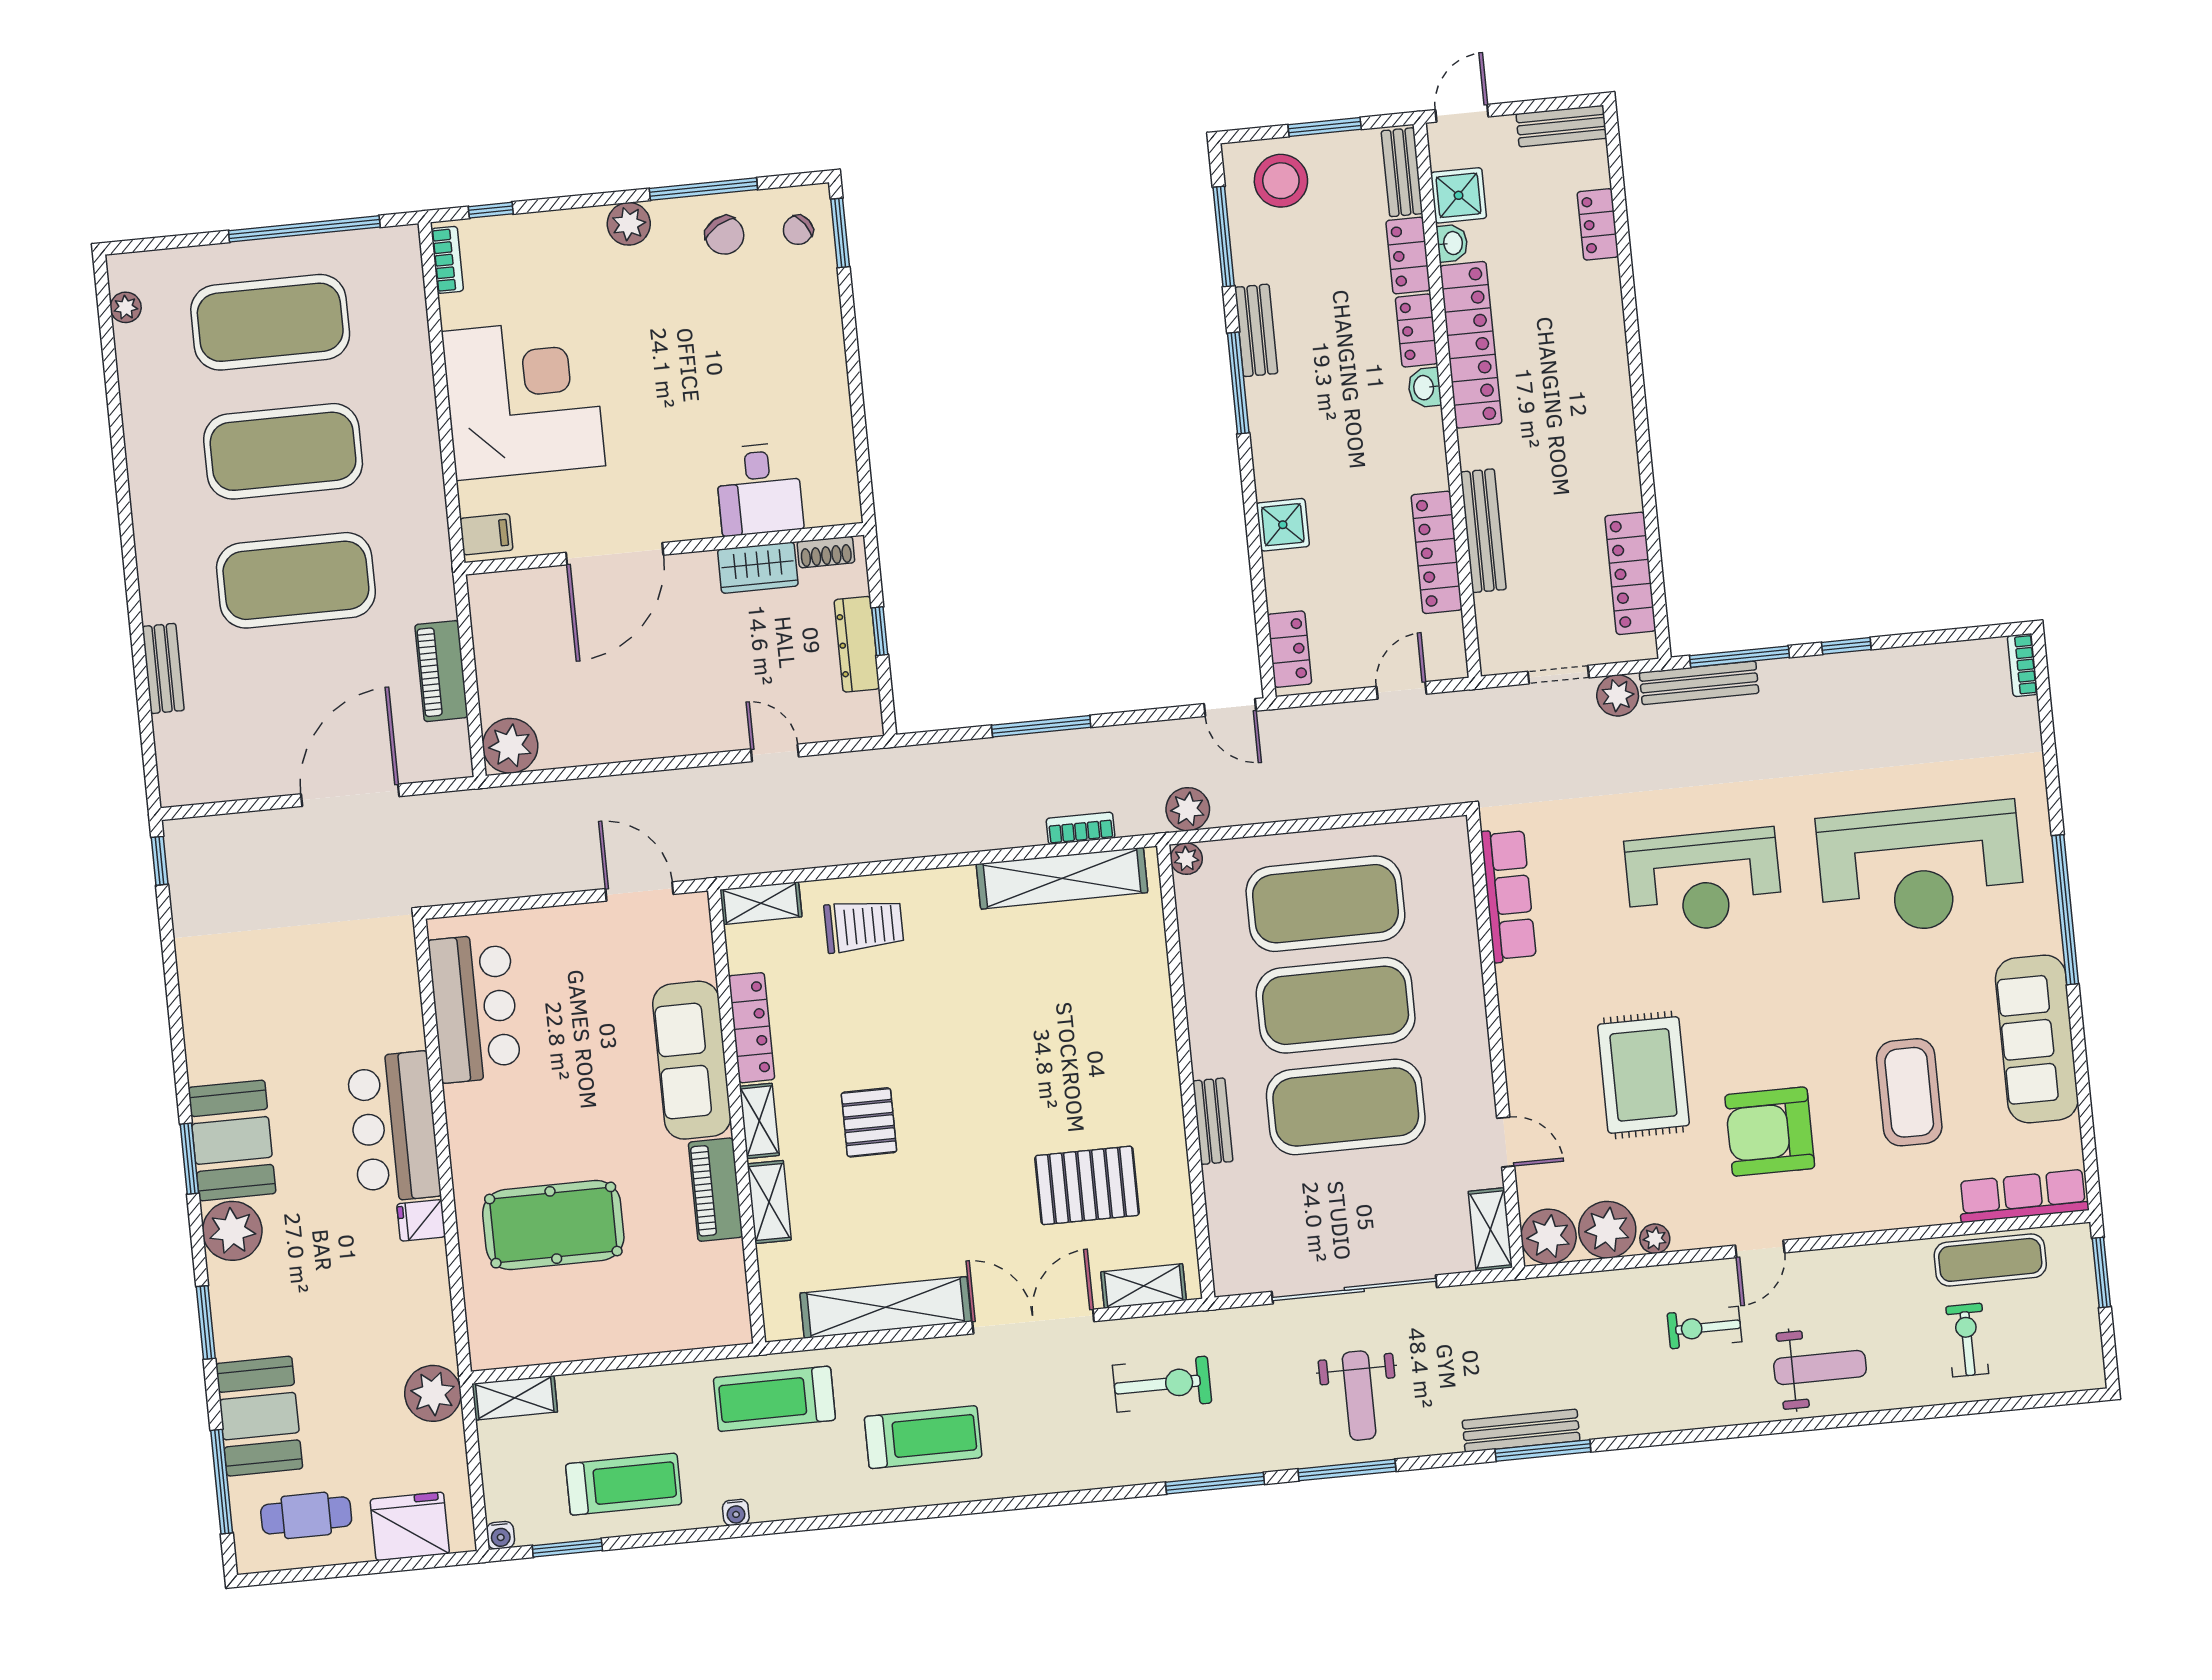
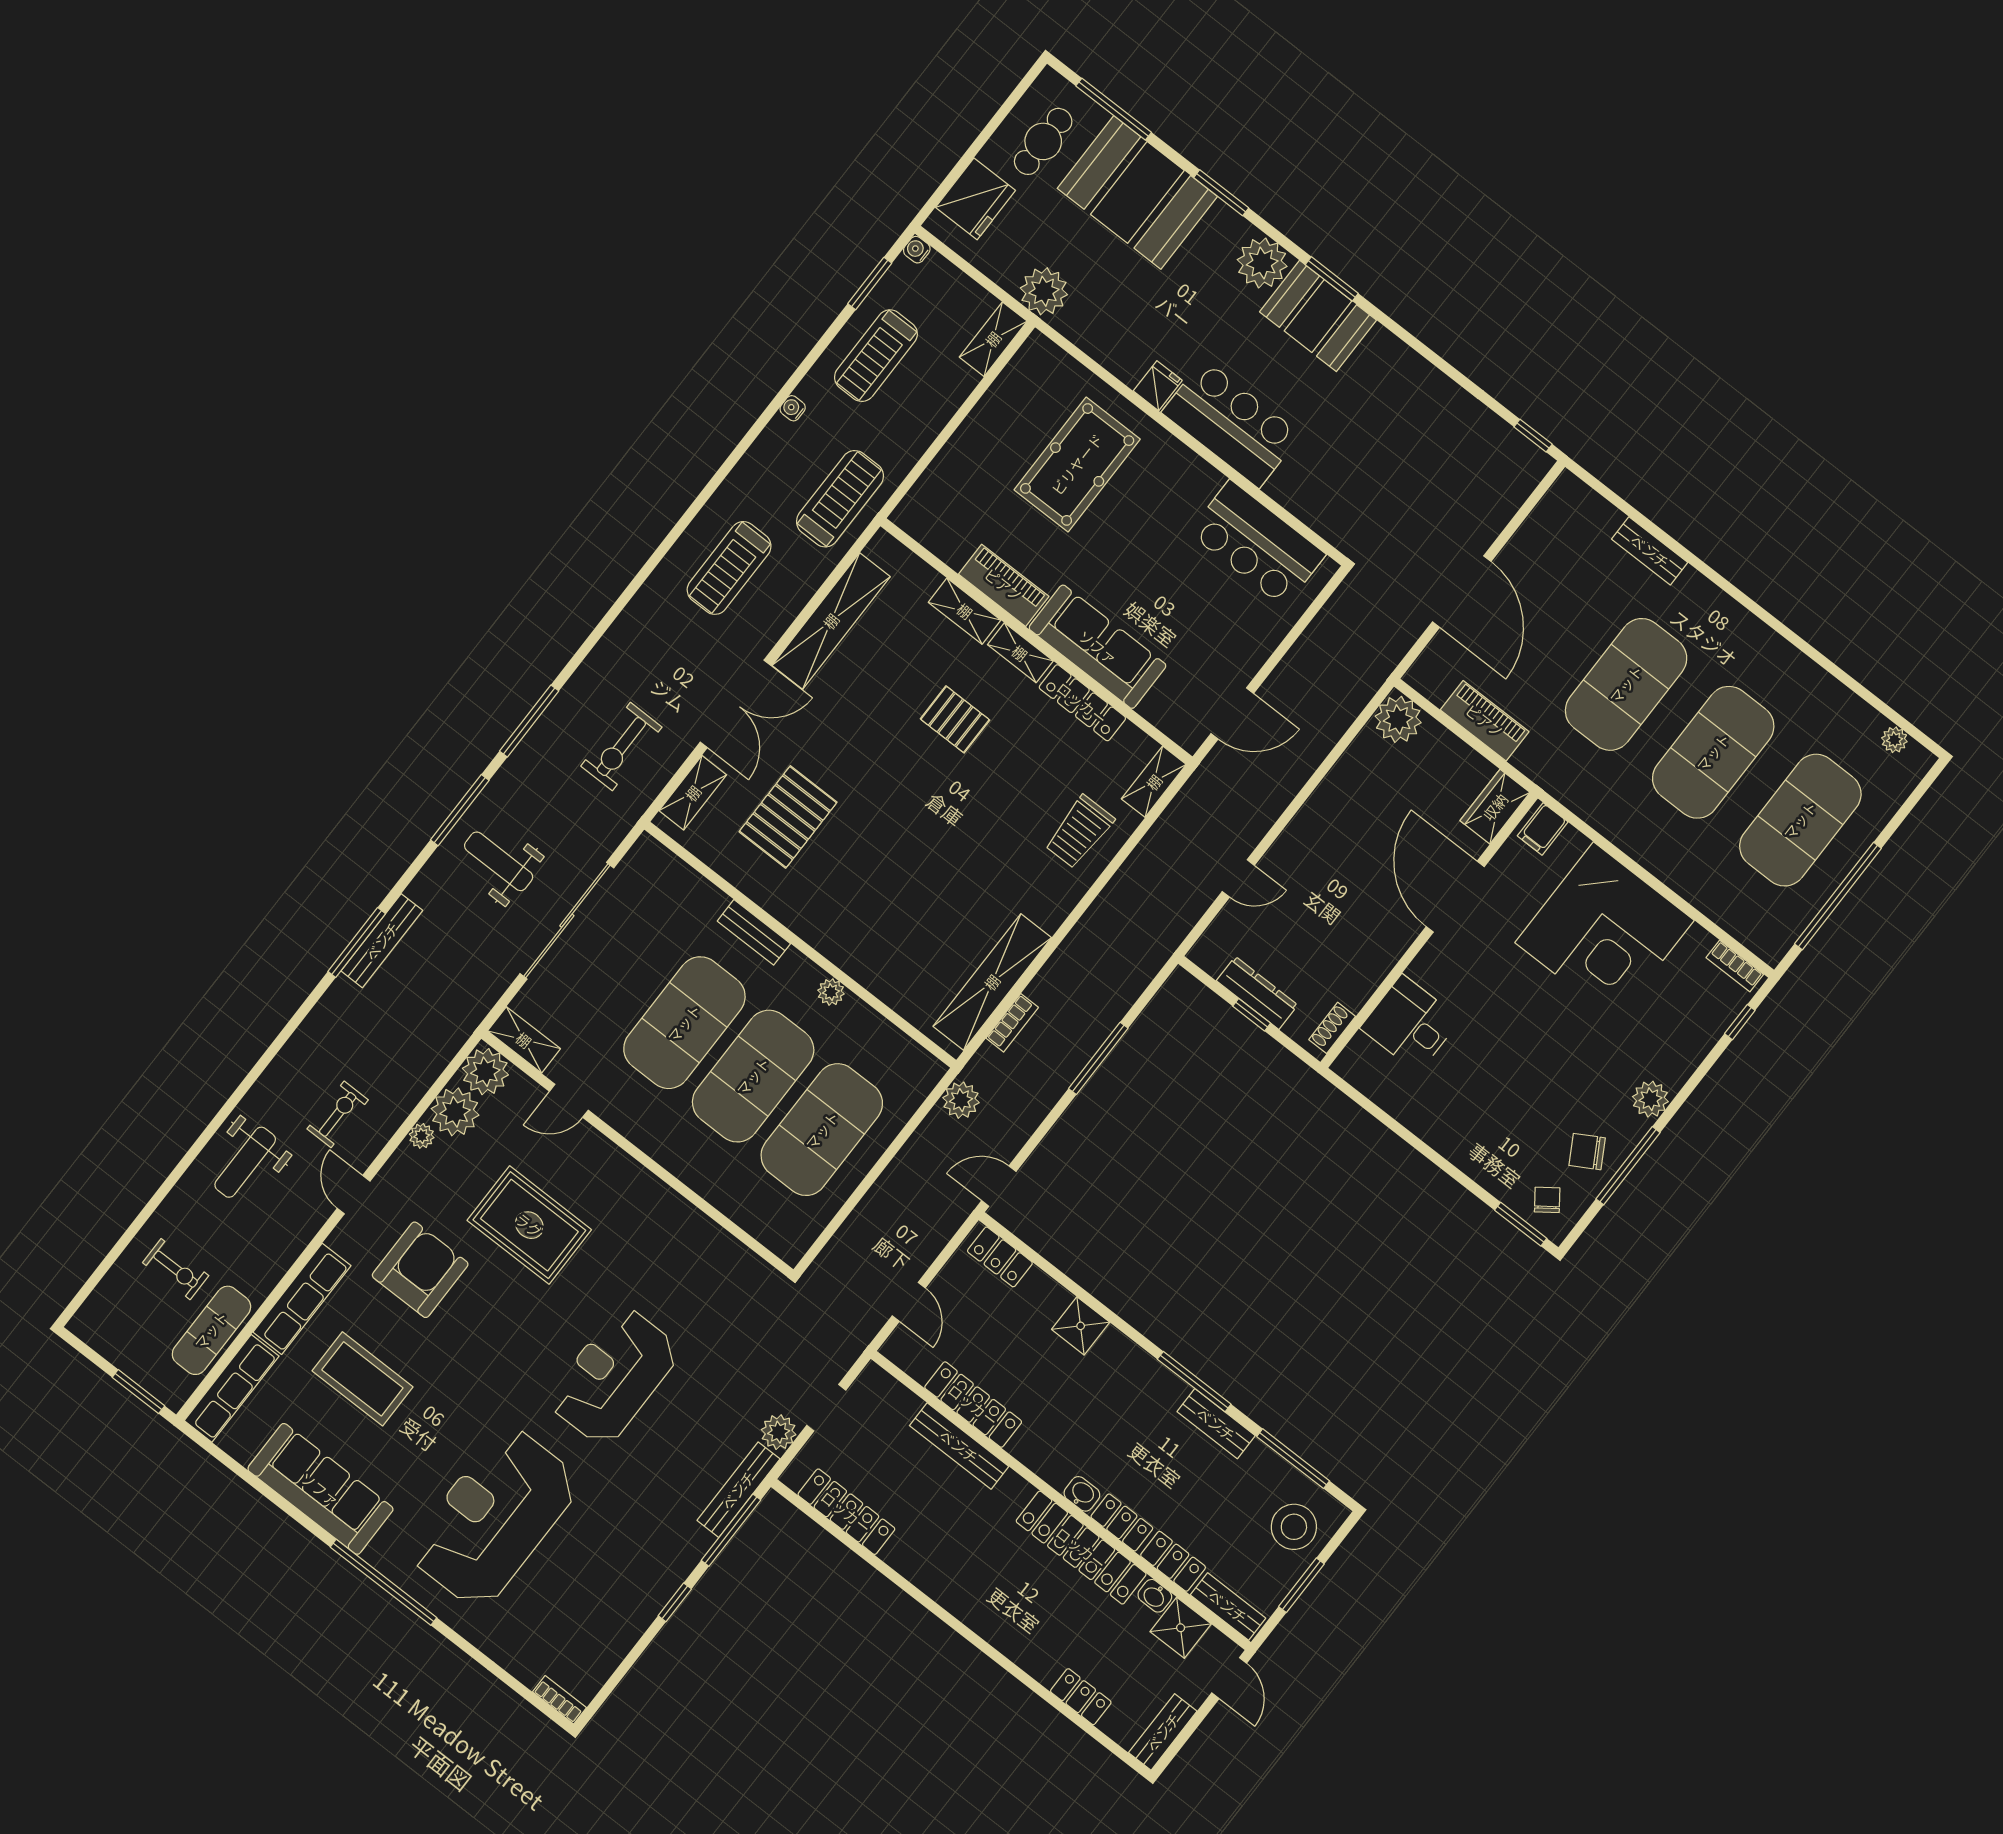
wardrobe: (758, 568) -> (1495, 807), moved
plant: (1186, 859) -> (831, 992), moved
row of seats: (1508, 895) -> (302, 1299), moved, turned -90
booth: (259, 1416) -> (1137, 192), width x1.36, depth x1.42

